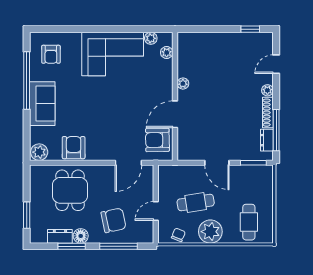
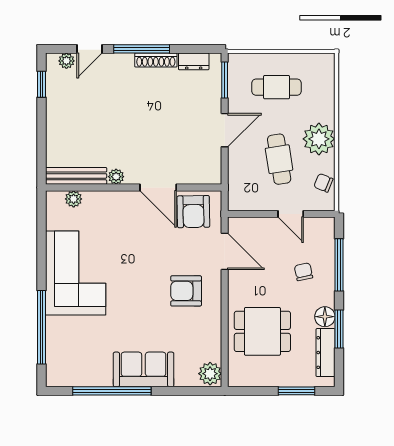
window: (73, 29) -> (41, 327), added
plant: (151, 38) -> (54, 221), removed
armchair: (51, 54) -> (76, 358), removed
bench: (183, 54) -> (76, 176), added
door: (276, 64) -> (90, 49), hinge flipped
plant: (267, 90) -> (66, 61), moved
window: (276, 130) -> (142, 49), moved
armchair: (74, 148) -> (186, 291), moved
chair: (113, 220) -> (304, 272), width x0.54, depth x0.54
cafe table: (249, 222) -> (277, 87), moved
dresser: (60, 236) -> (326, 353), width x1.44

